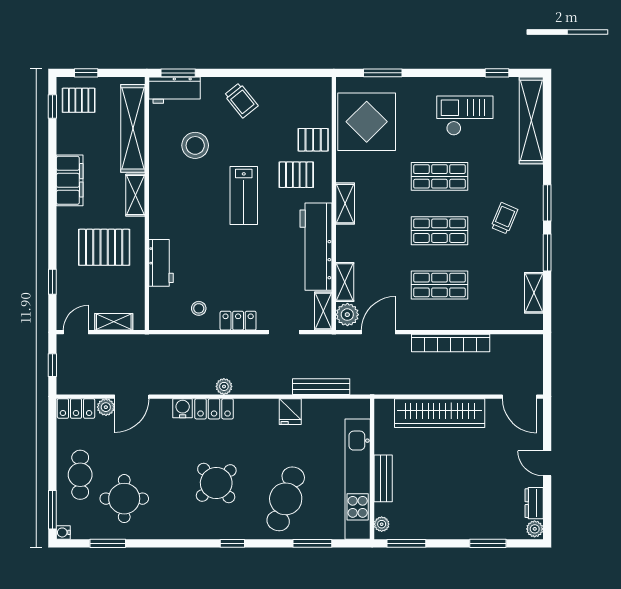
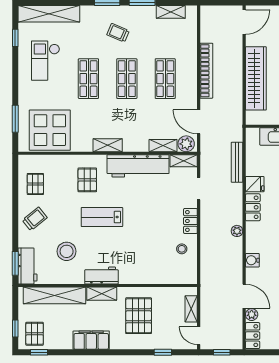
pallet: (313, 140) -> (35, 184), moved
lab bench: (244, 195) -> (102, 217), turned 180
workbench: (161, 263) -> (101, 276), moved
locker: (214, 409) -> (253, 207), moved

